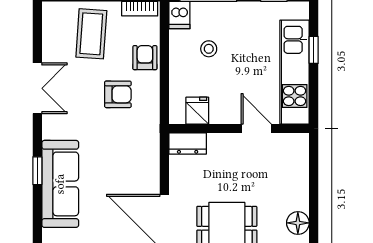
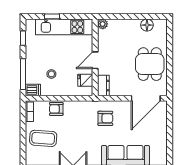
armchair: (118, 94) -> (105, 118), moved, turned 90
door: (256, 129) -> (95, 60), moved
plant: (300, 142) -> (103, 24), added

